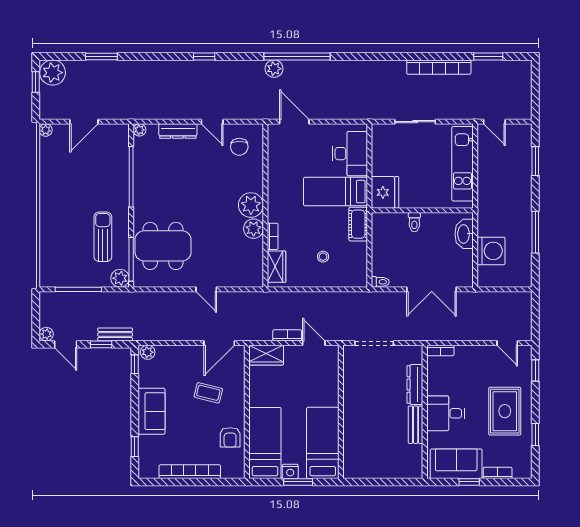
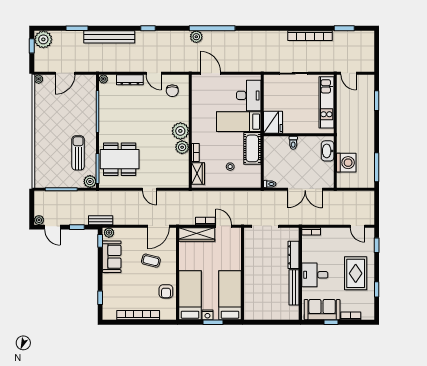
bench: (148, 69) -> (109, 37), added
cot: (358, 224) -> (252, 148), width x1.37, depth x1.34
window: (535, 232) -> (377, 167), moved
bench: (115, 334) -> (101, 220), moved
wardrobe: (266, 355) -> (197, 235), width x1.50
sofa: (152, 411) -> (112, 257), moved
bench: (416, 425) -> (294, 287), width x1.36

